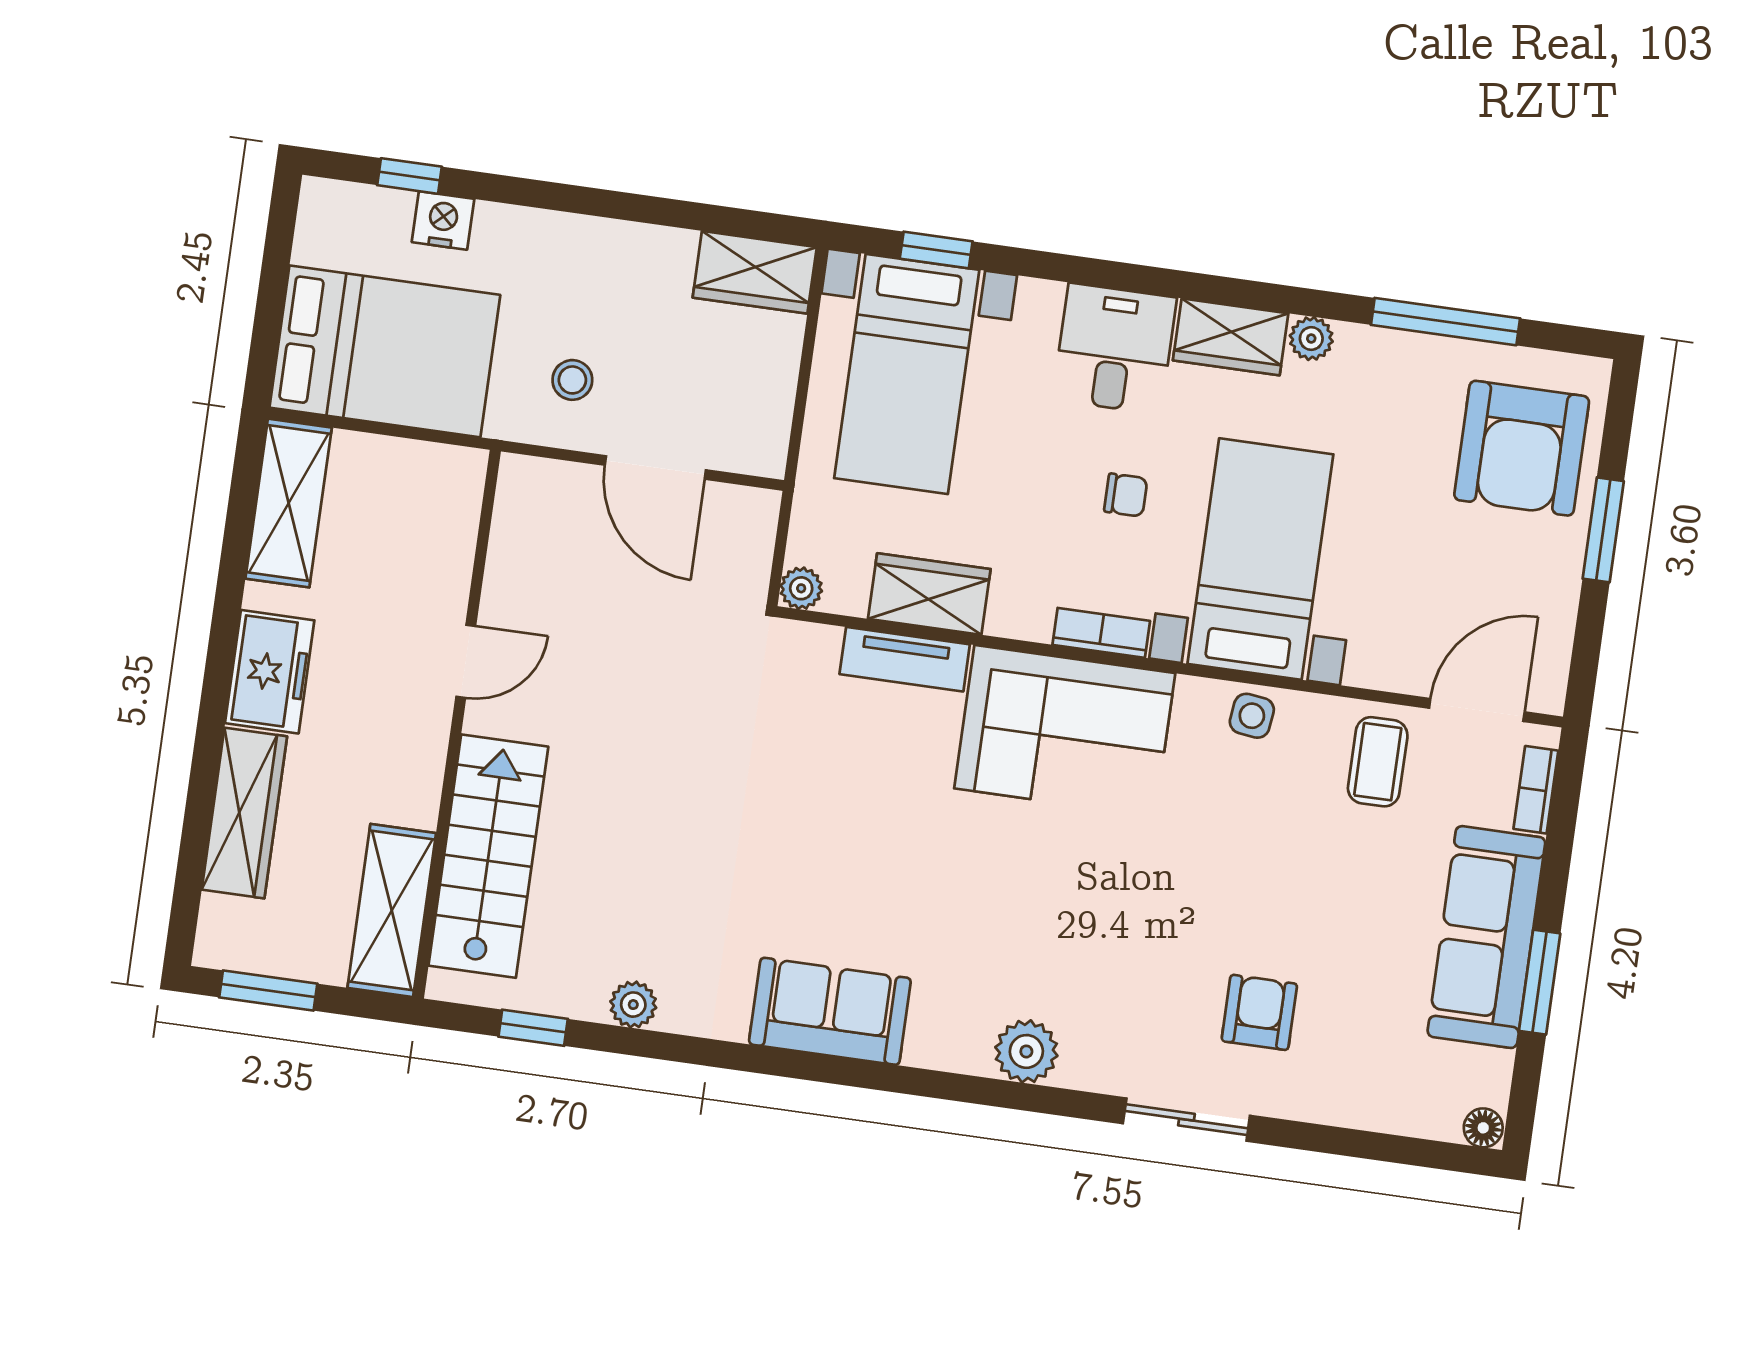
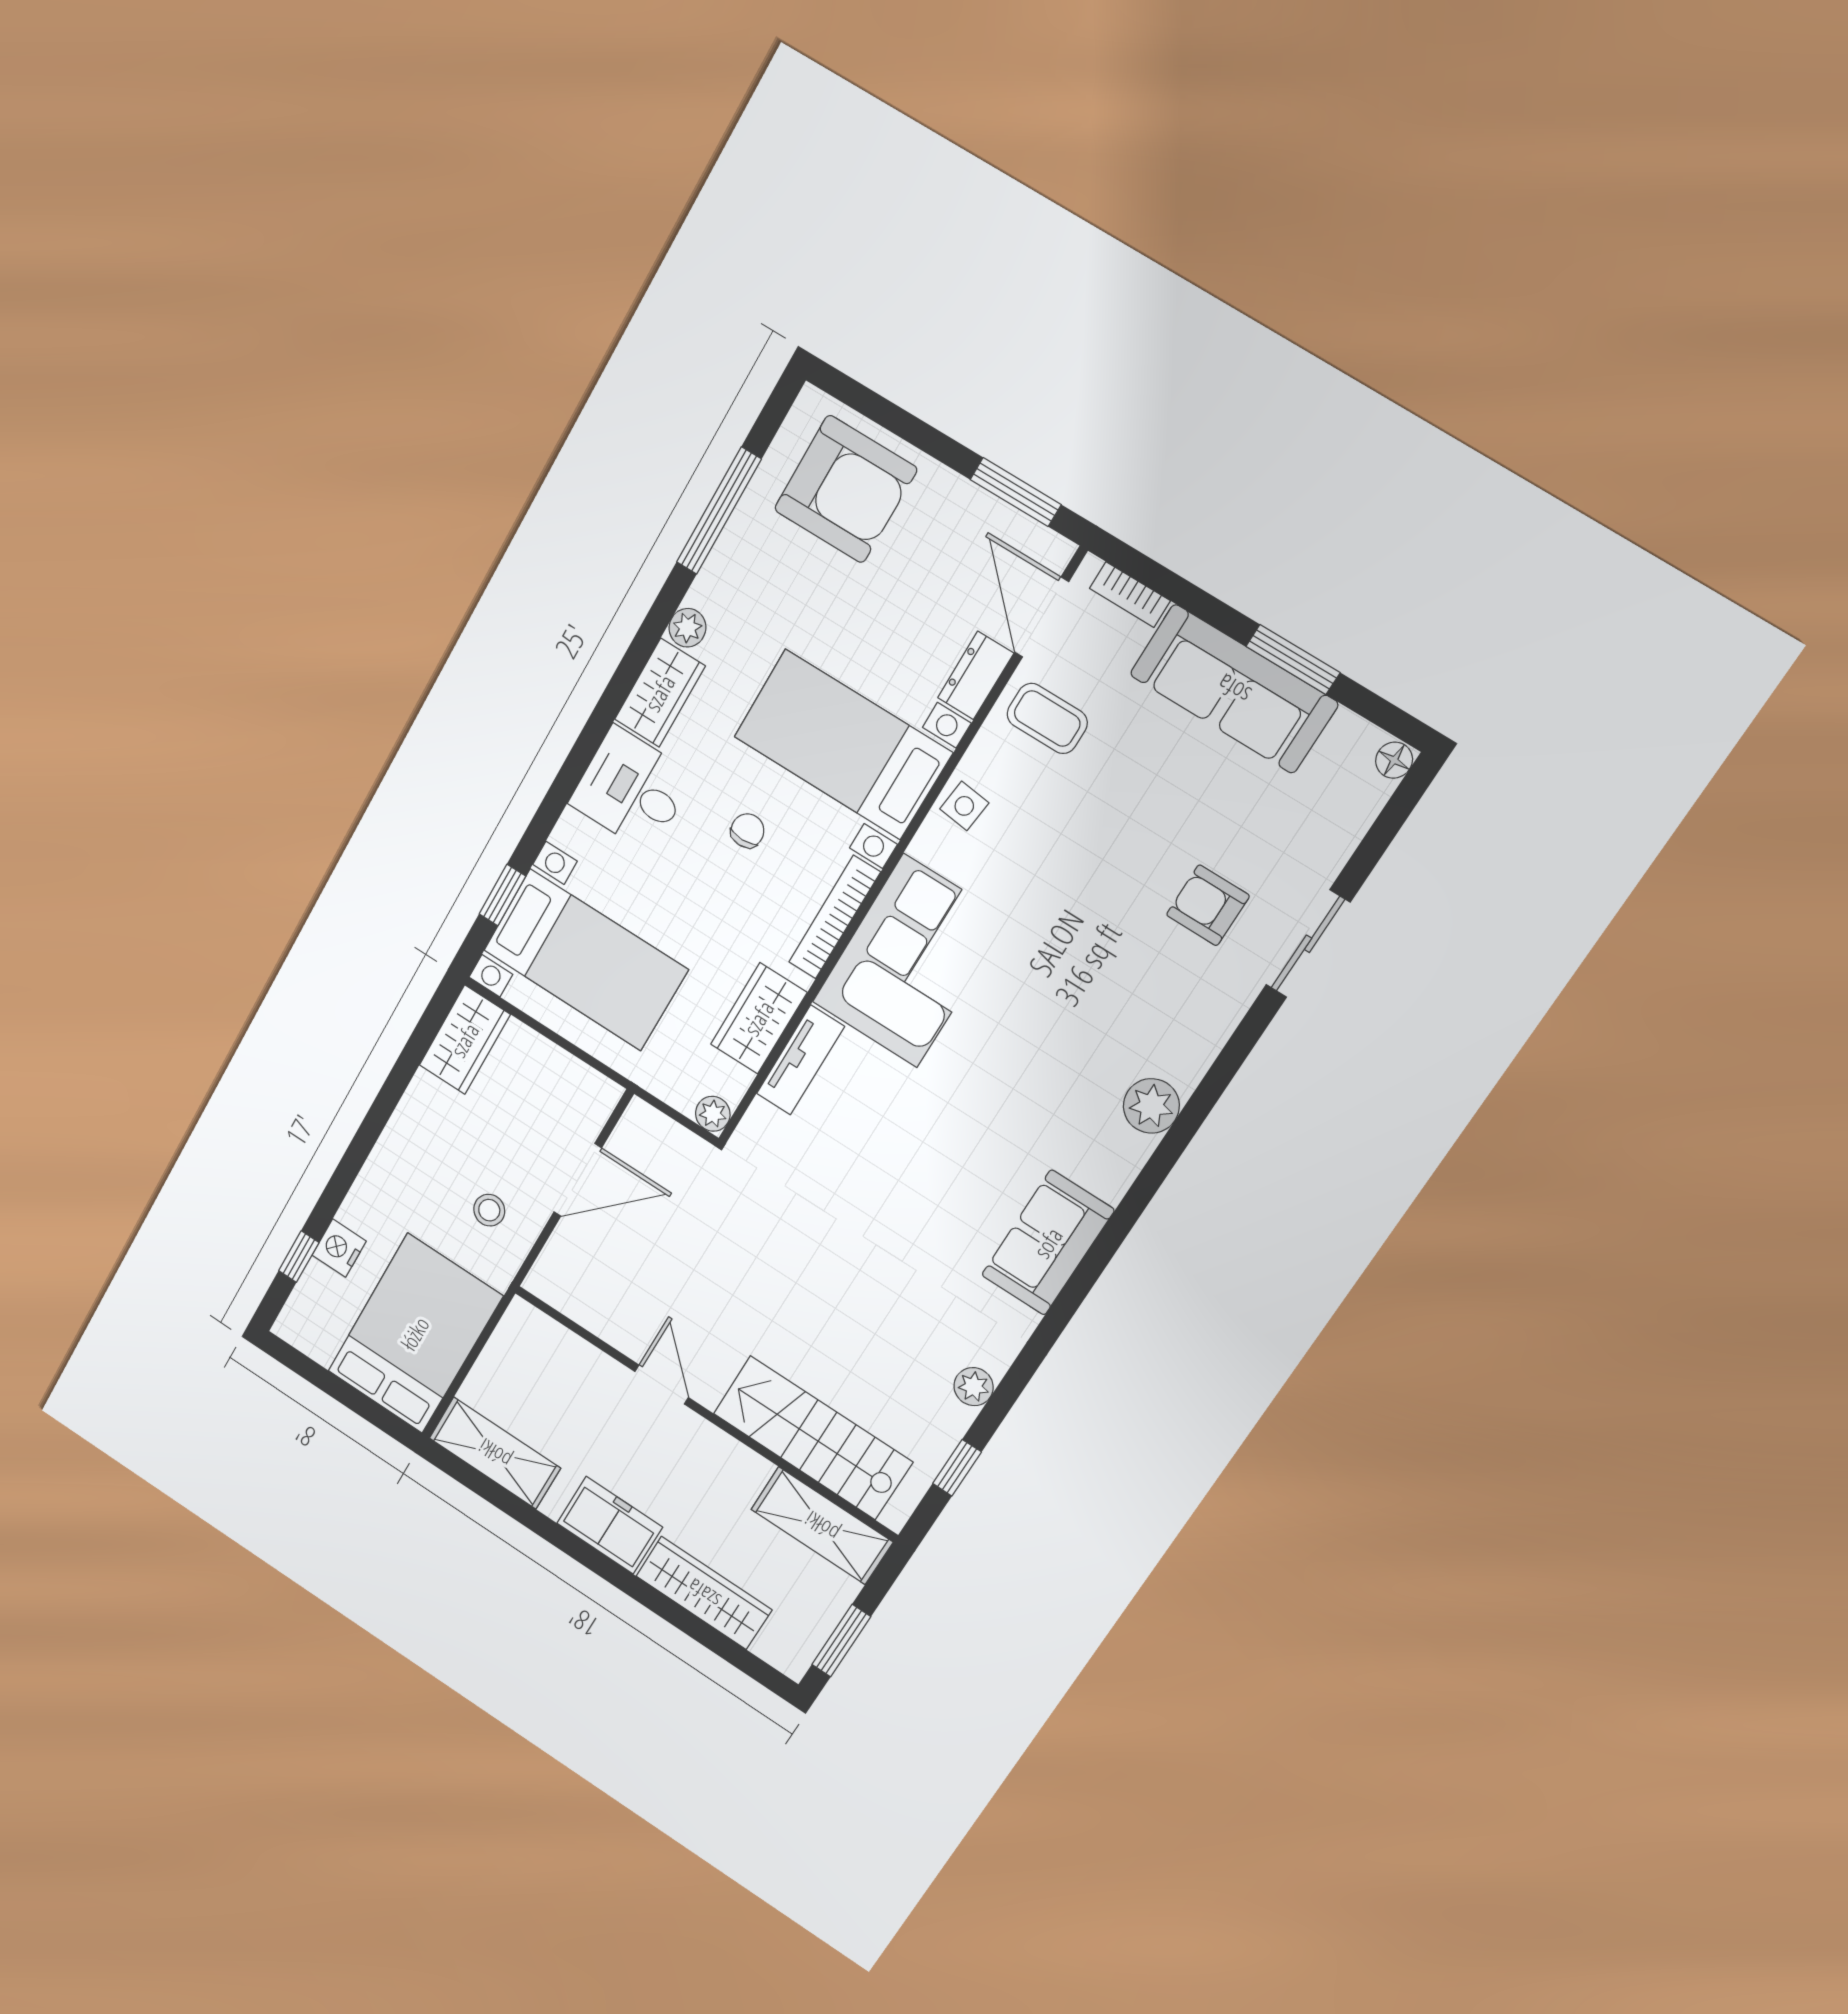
window: (1603, 530) -> (1016, 492), moved
bookcase: (1101, 633) -> (834, 917), width x1.56
dresser: (1390, 668) -> (976, 675), added
sliding door: (1186, 1120) -> (1308, 944), moved

